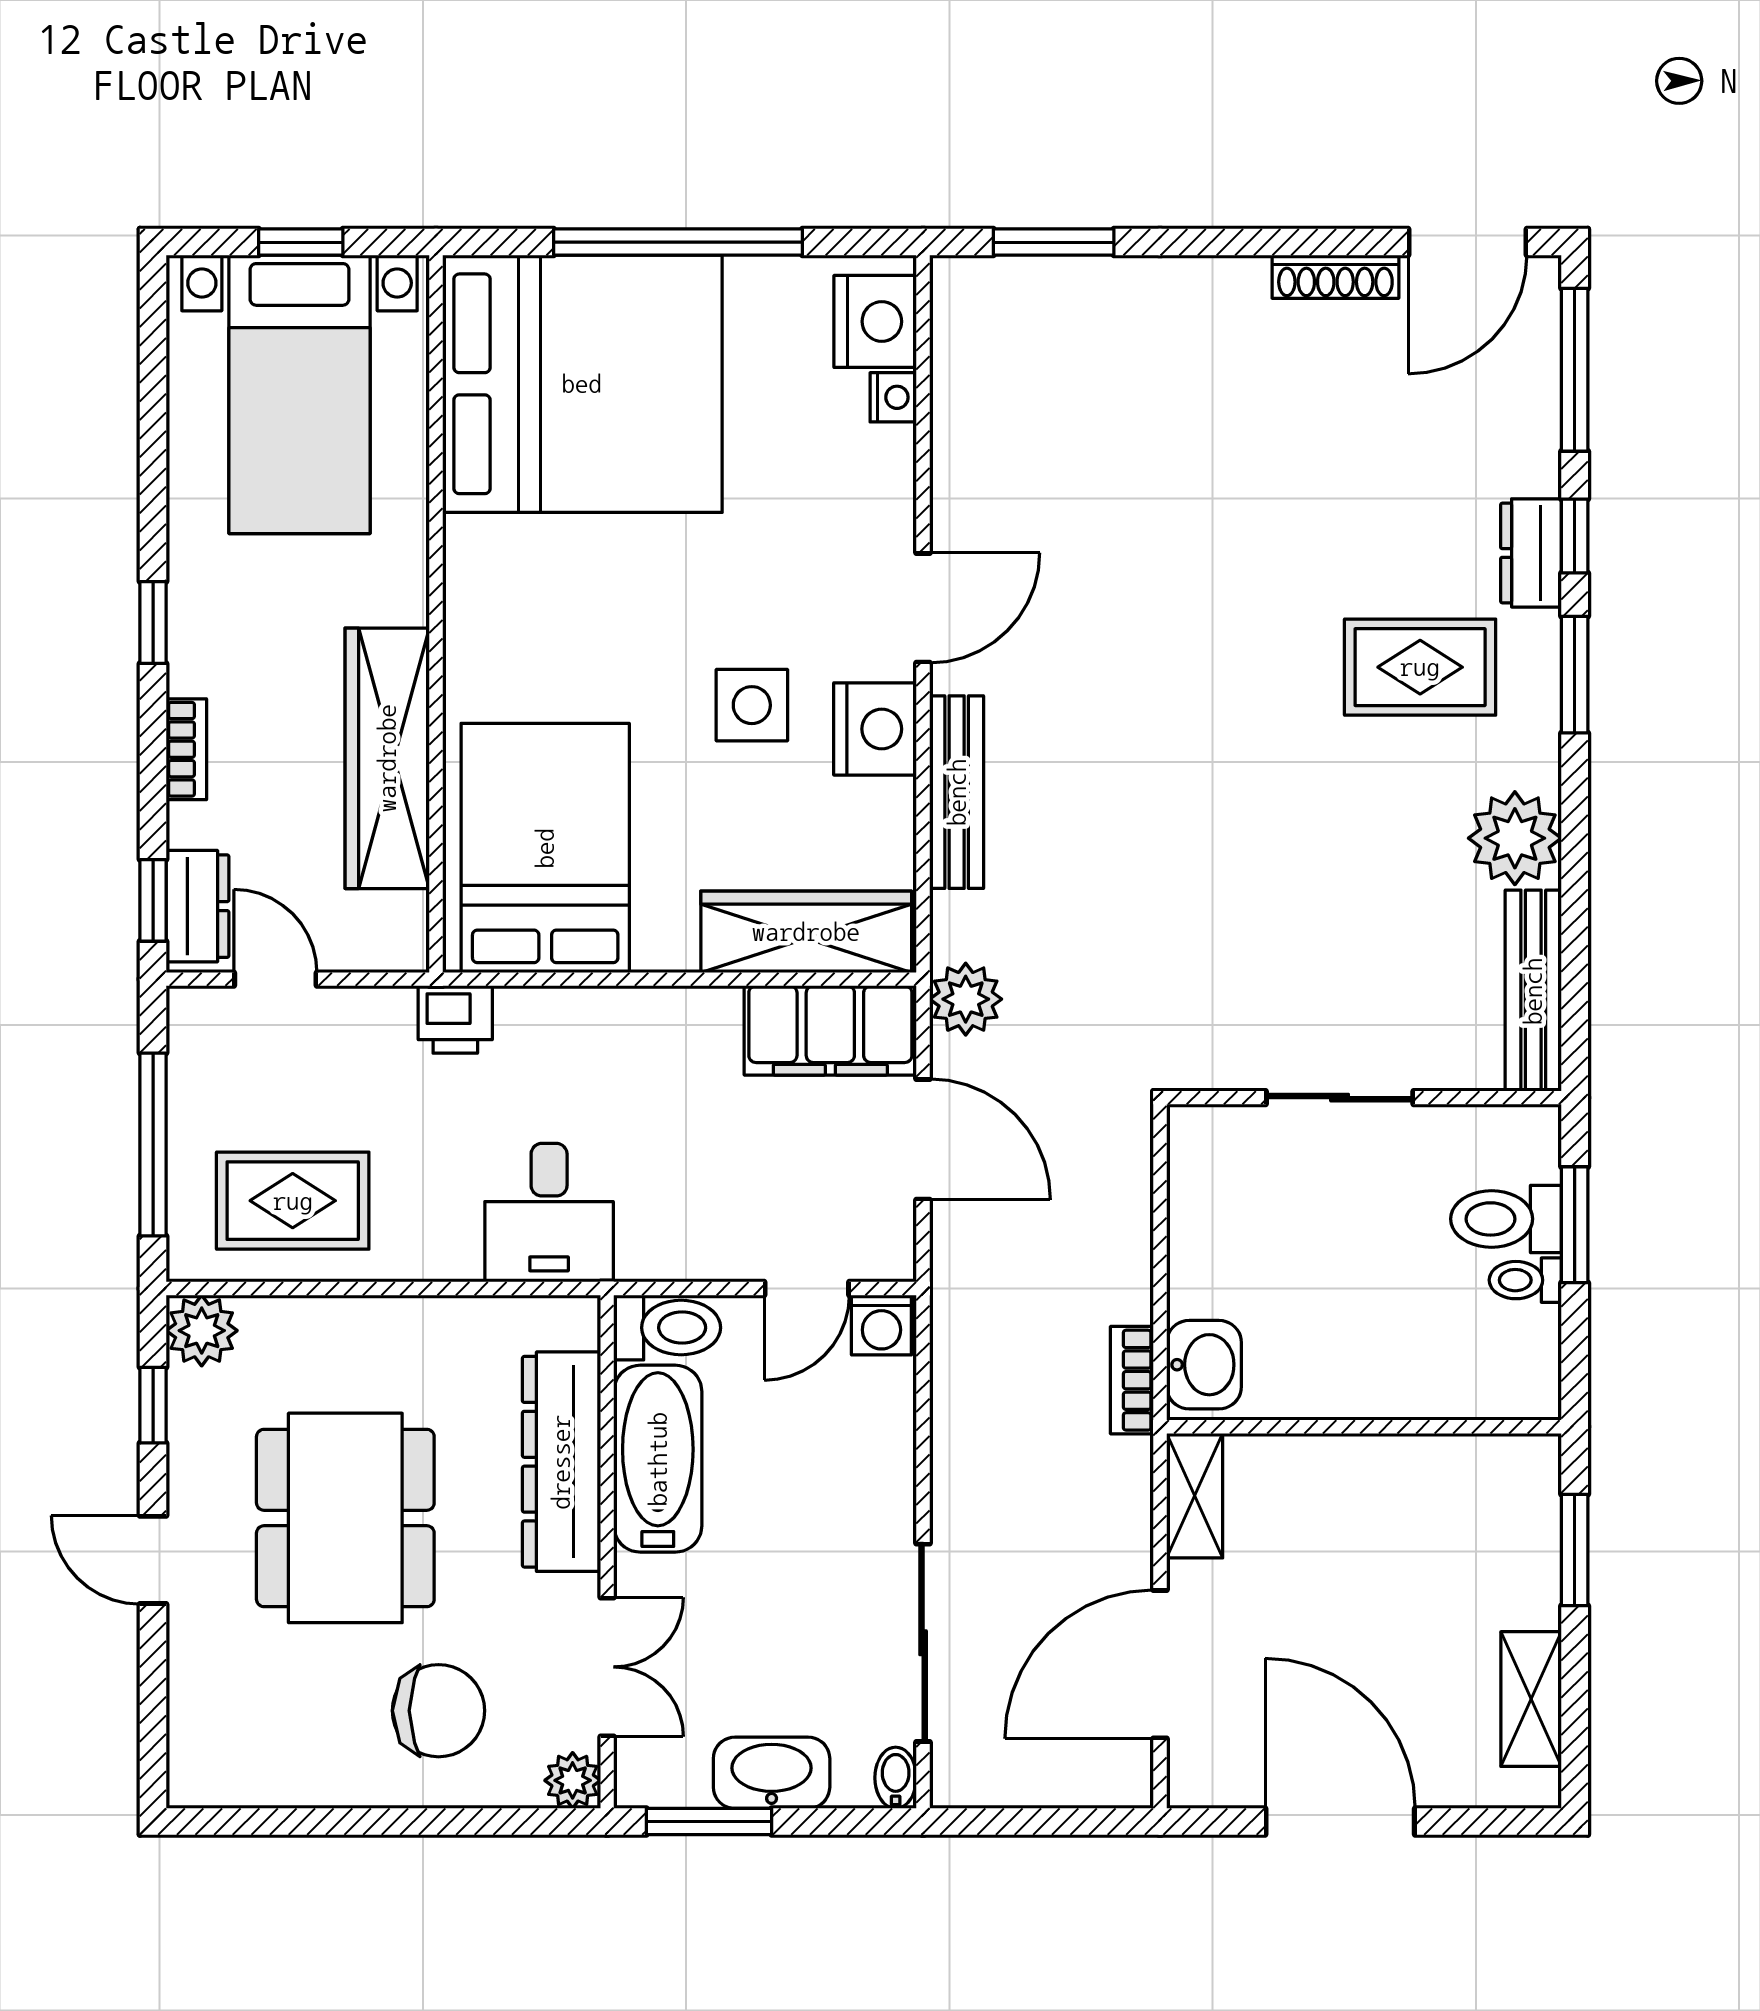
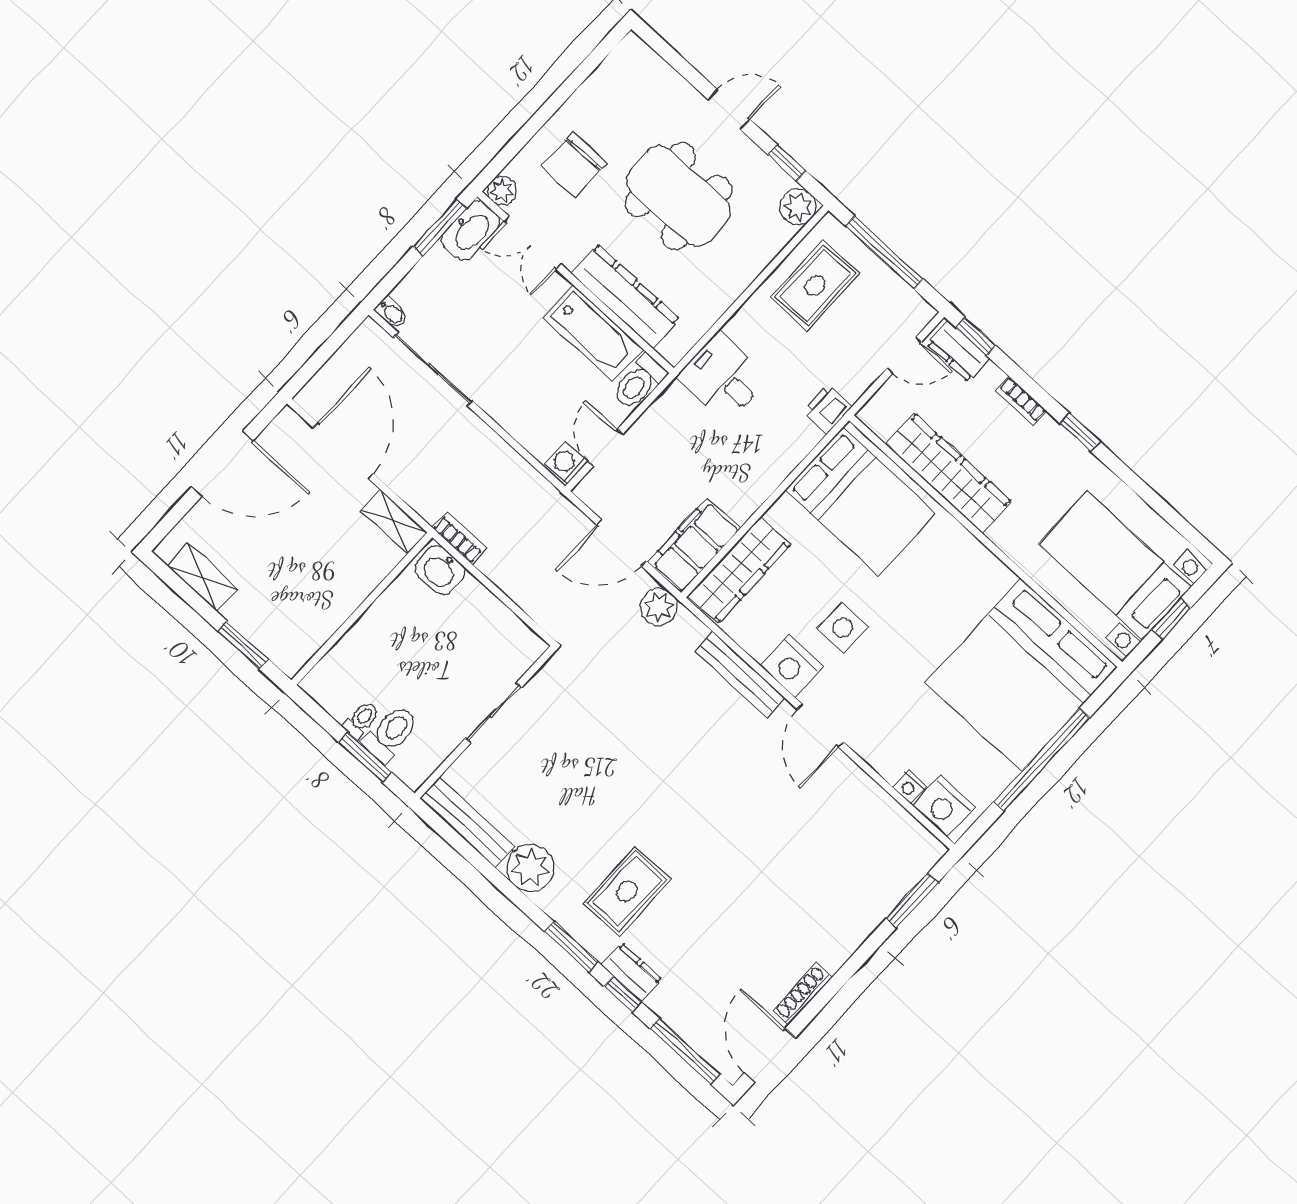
washbasin: (772, 1773) -> (471, 230), moved

